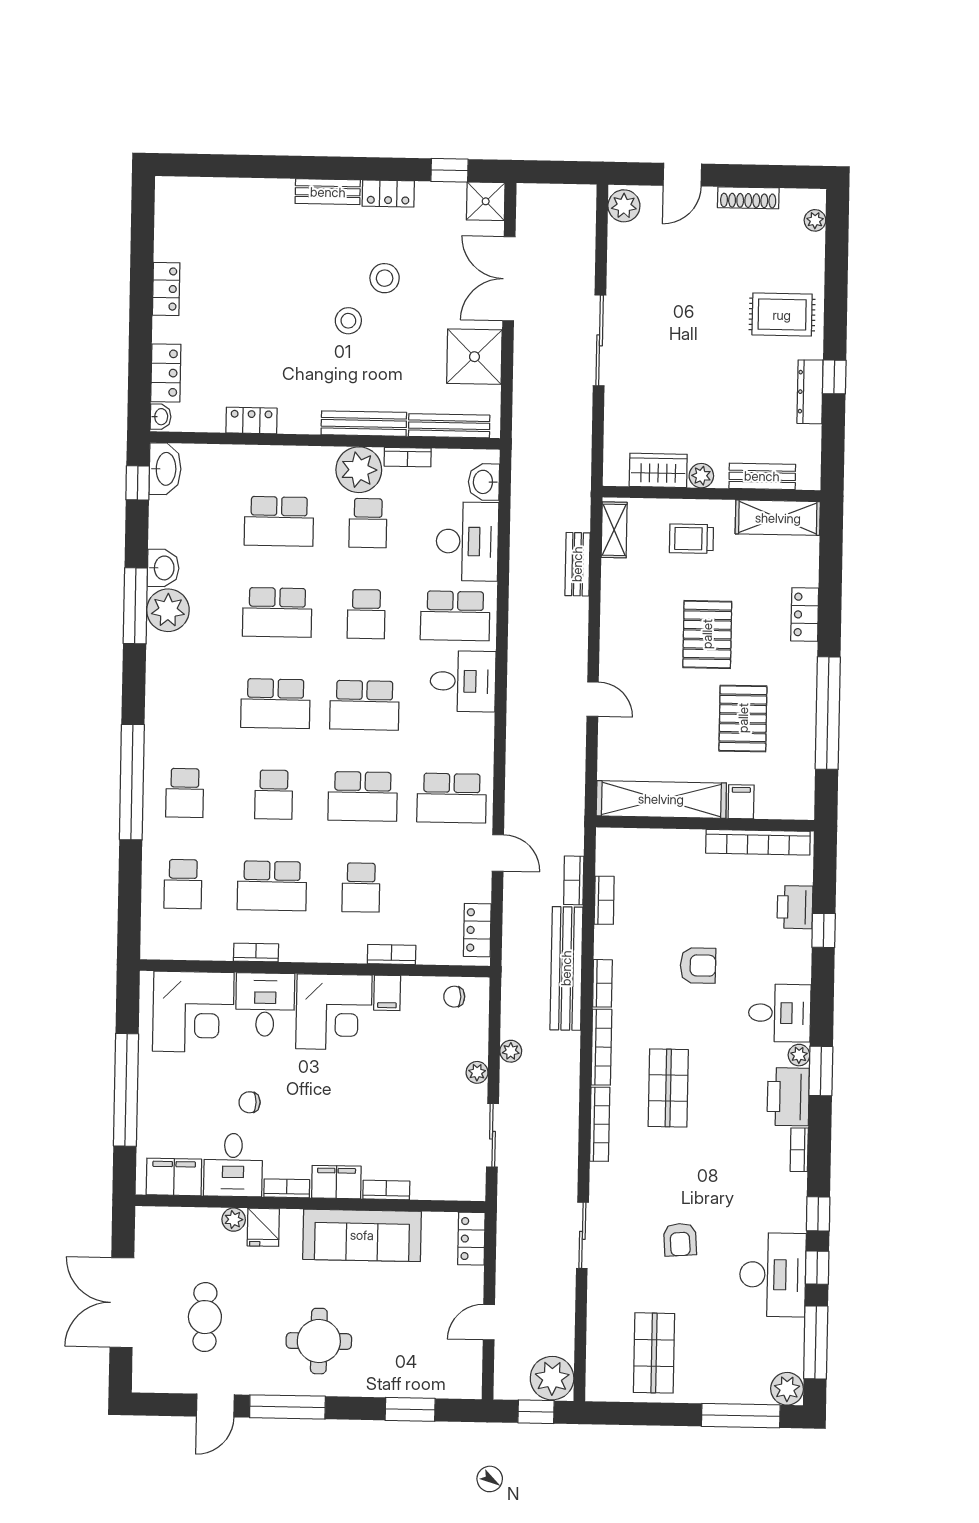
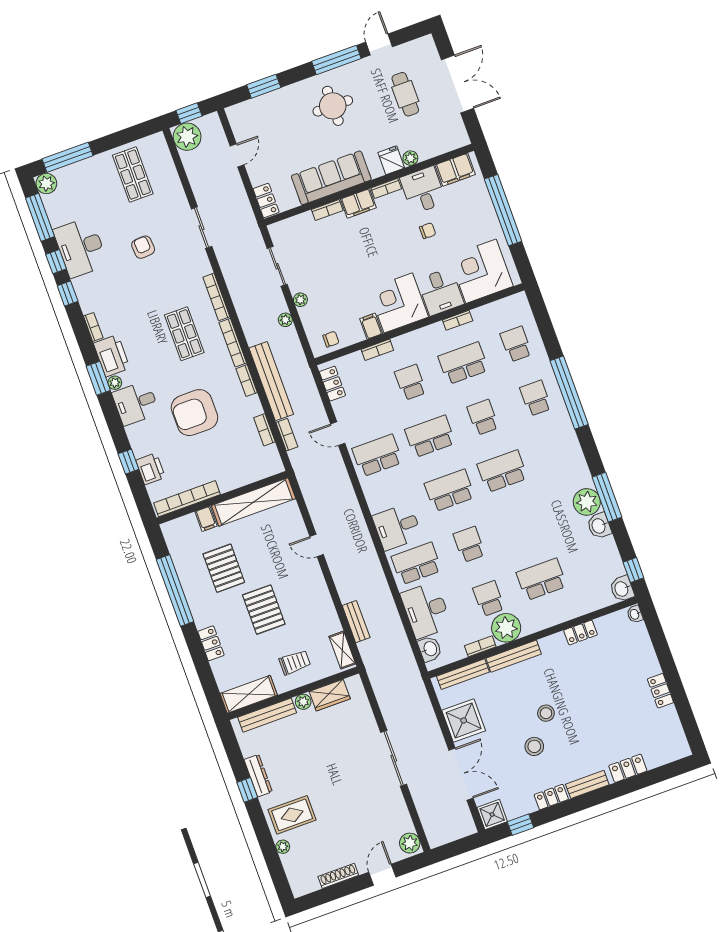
plant: (815, 220) -> (283, 847), moved
locker: (166, 373) -> (628, 768), moved, turned 90
washbasin: (165, 469) -> (622, 589), width x0.72
bench: (762, 476) -> (267, 715), width x1.36
school desk: (277, 612) -> (522, 525), removed
armchair: (698, 965) -> (194, 413), width x1.88, depth x1.88

